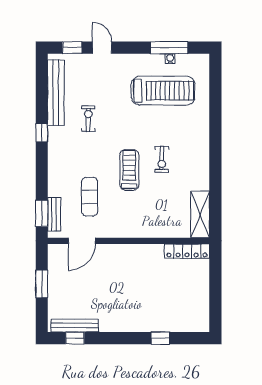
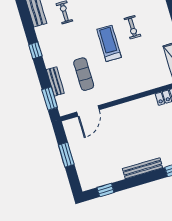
window: (42, 133) -> (35, 50), moved
bench: (54, 214) -> (55, 81), moved
bench: (75, 326) -> (143, 168), moved

